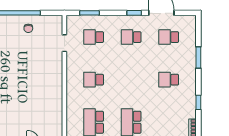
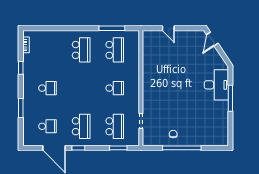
school desk: (94, 37) -> (115, 126), width x1.85
school desk: (131, 37) -> (81, 126), width x1.85

